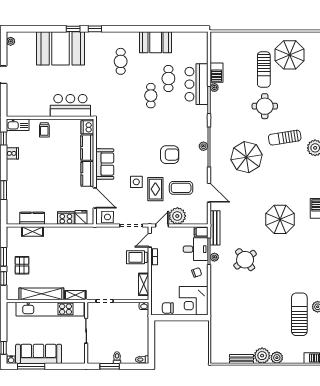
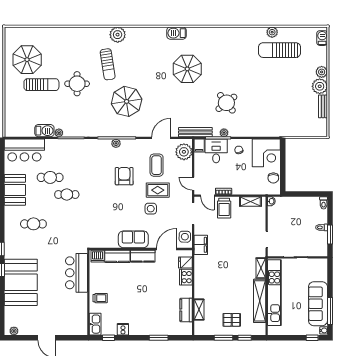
bar counter: (197, 84) -> (24, 150), moved
plant: (177, 216) -> (184, 152), moved
filing cabinet: (99, 233) -> (201, 245), added

